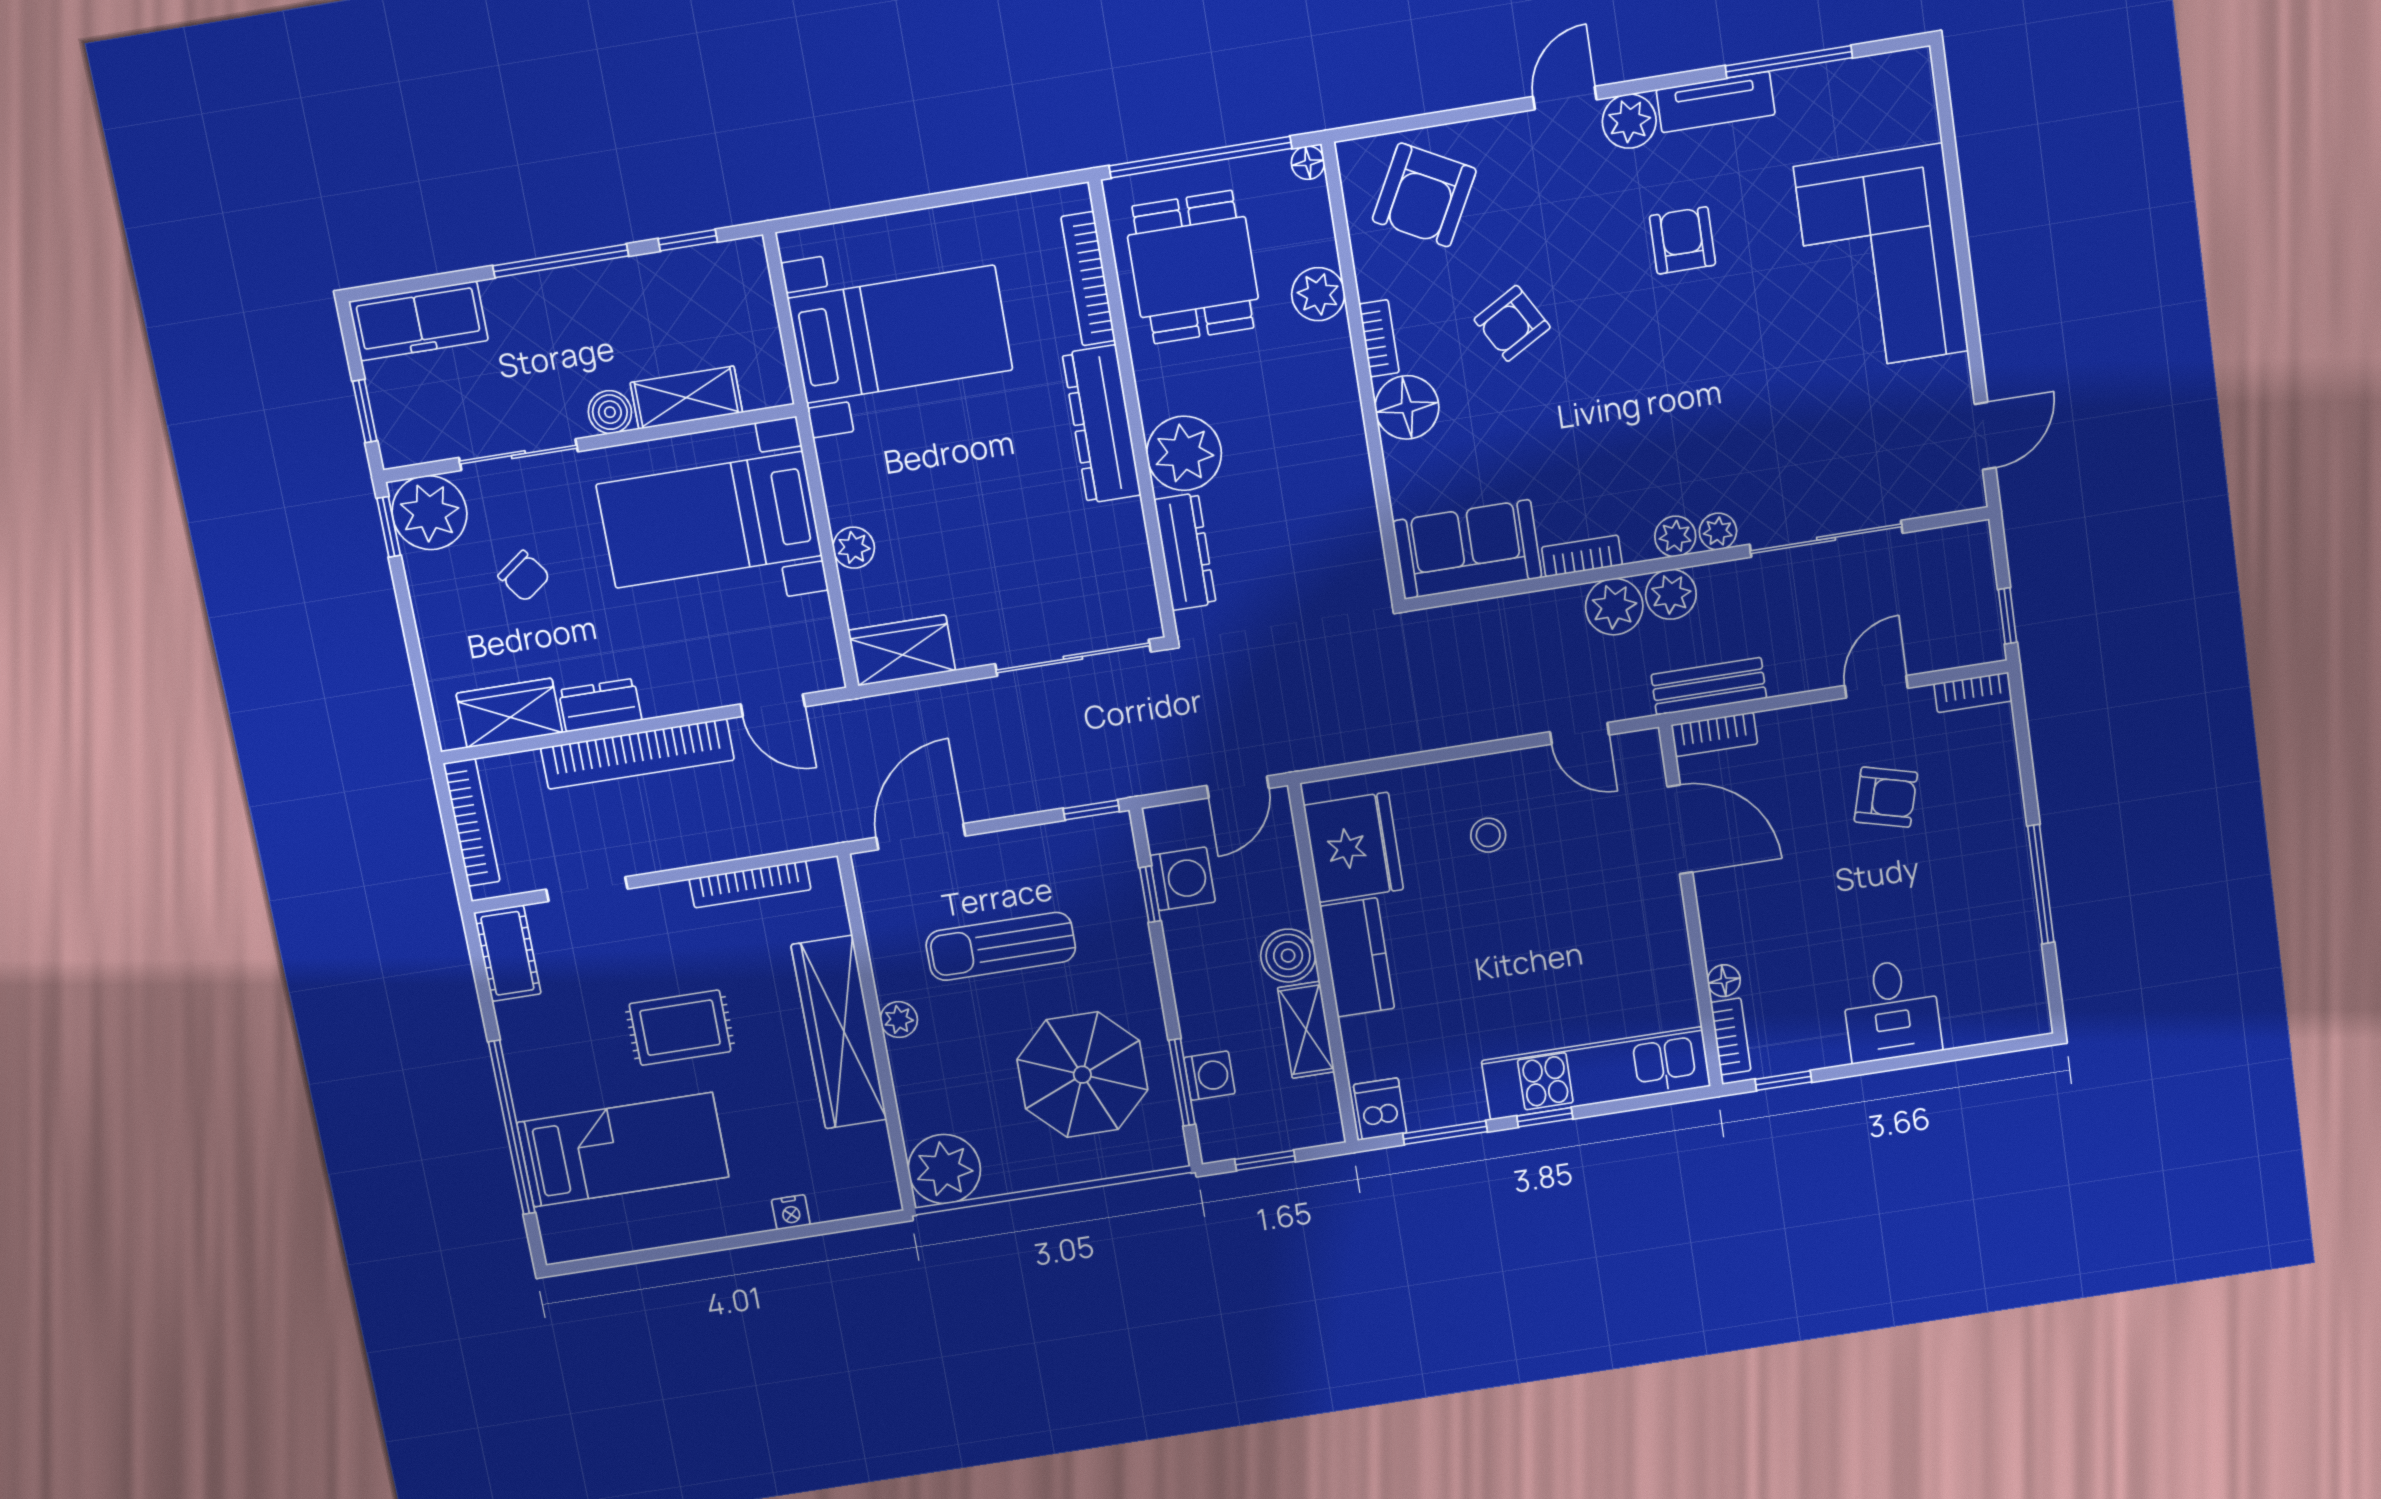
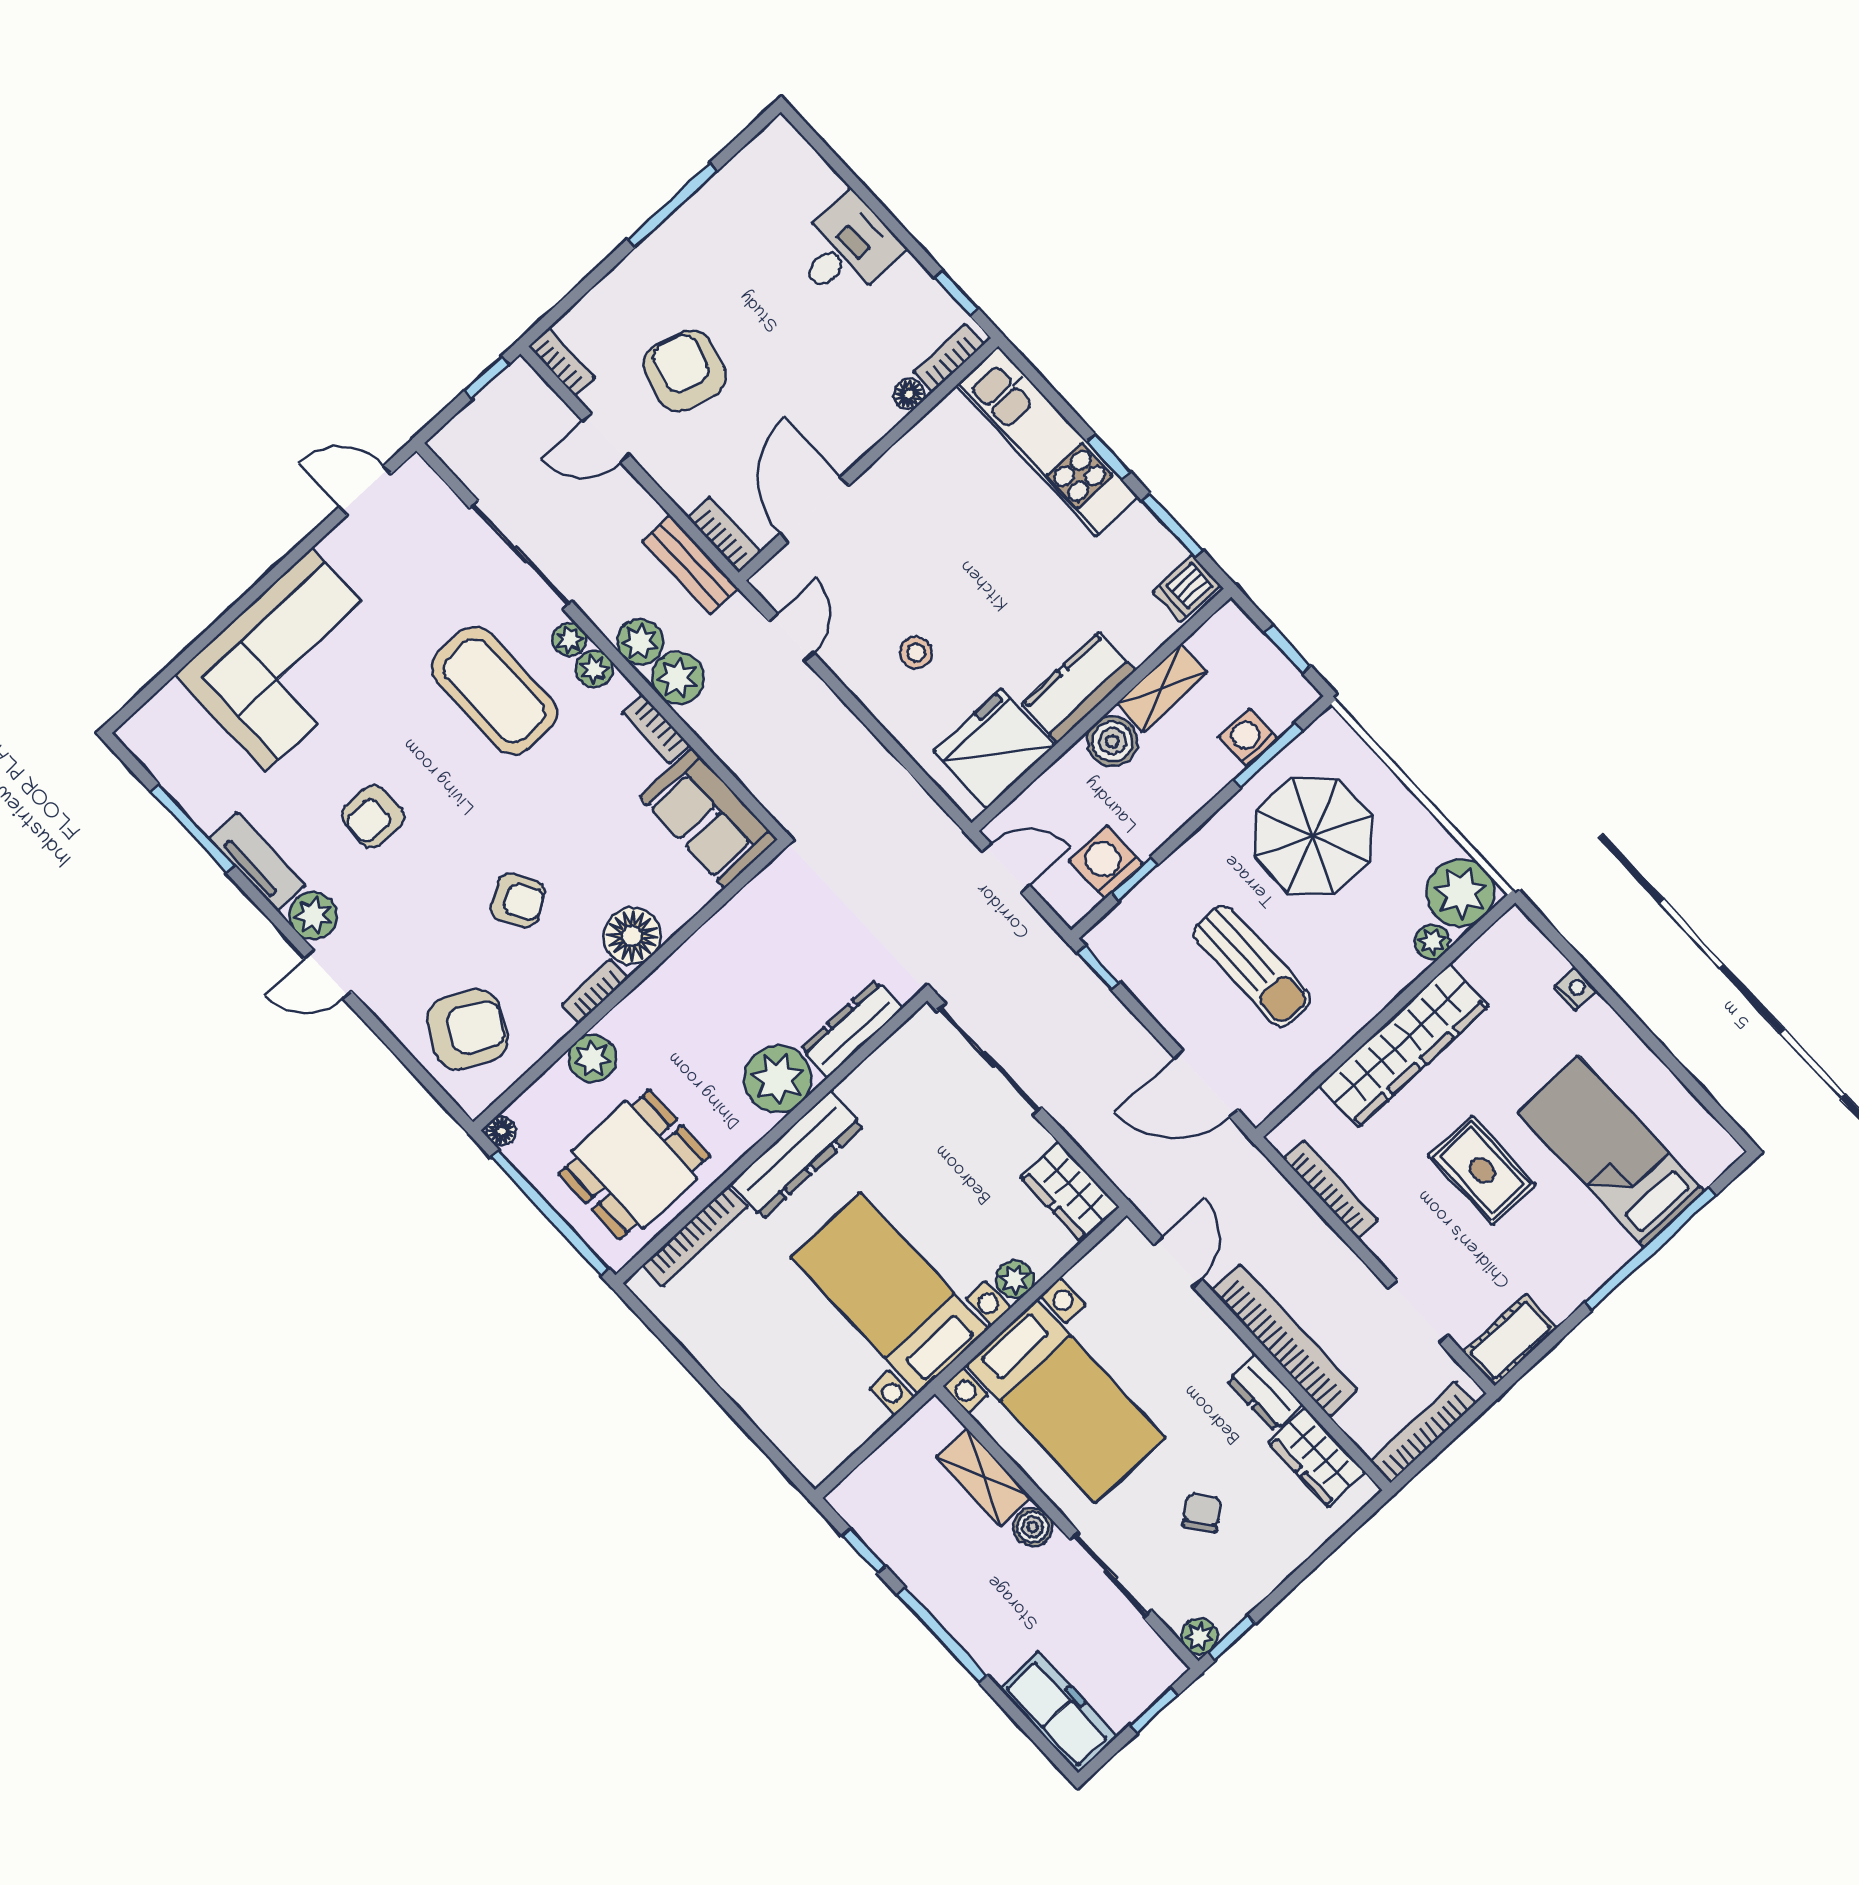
bed with nightstands: (900, 334) -> (889, 1293), moved
coffee table: (1720, 431) -> (494, 691), added
plant: (429, 513) -> (1199, 1636), width x0.53, depth x0.53
armchair: (1886, 797) -> (685, 371), width x1.38, depth x1.38
plant: (899, 1020) -> (1432, 942), moved

